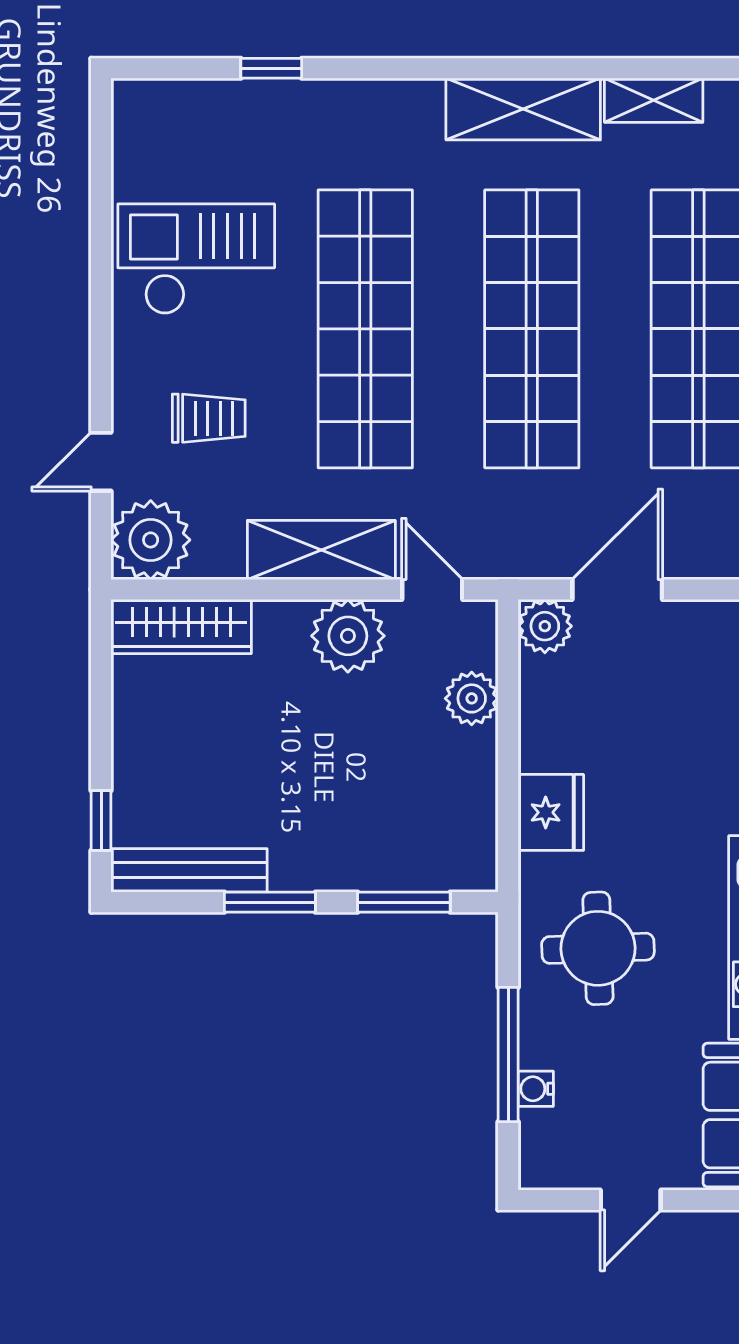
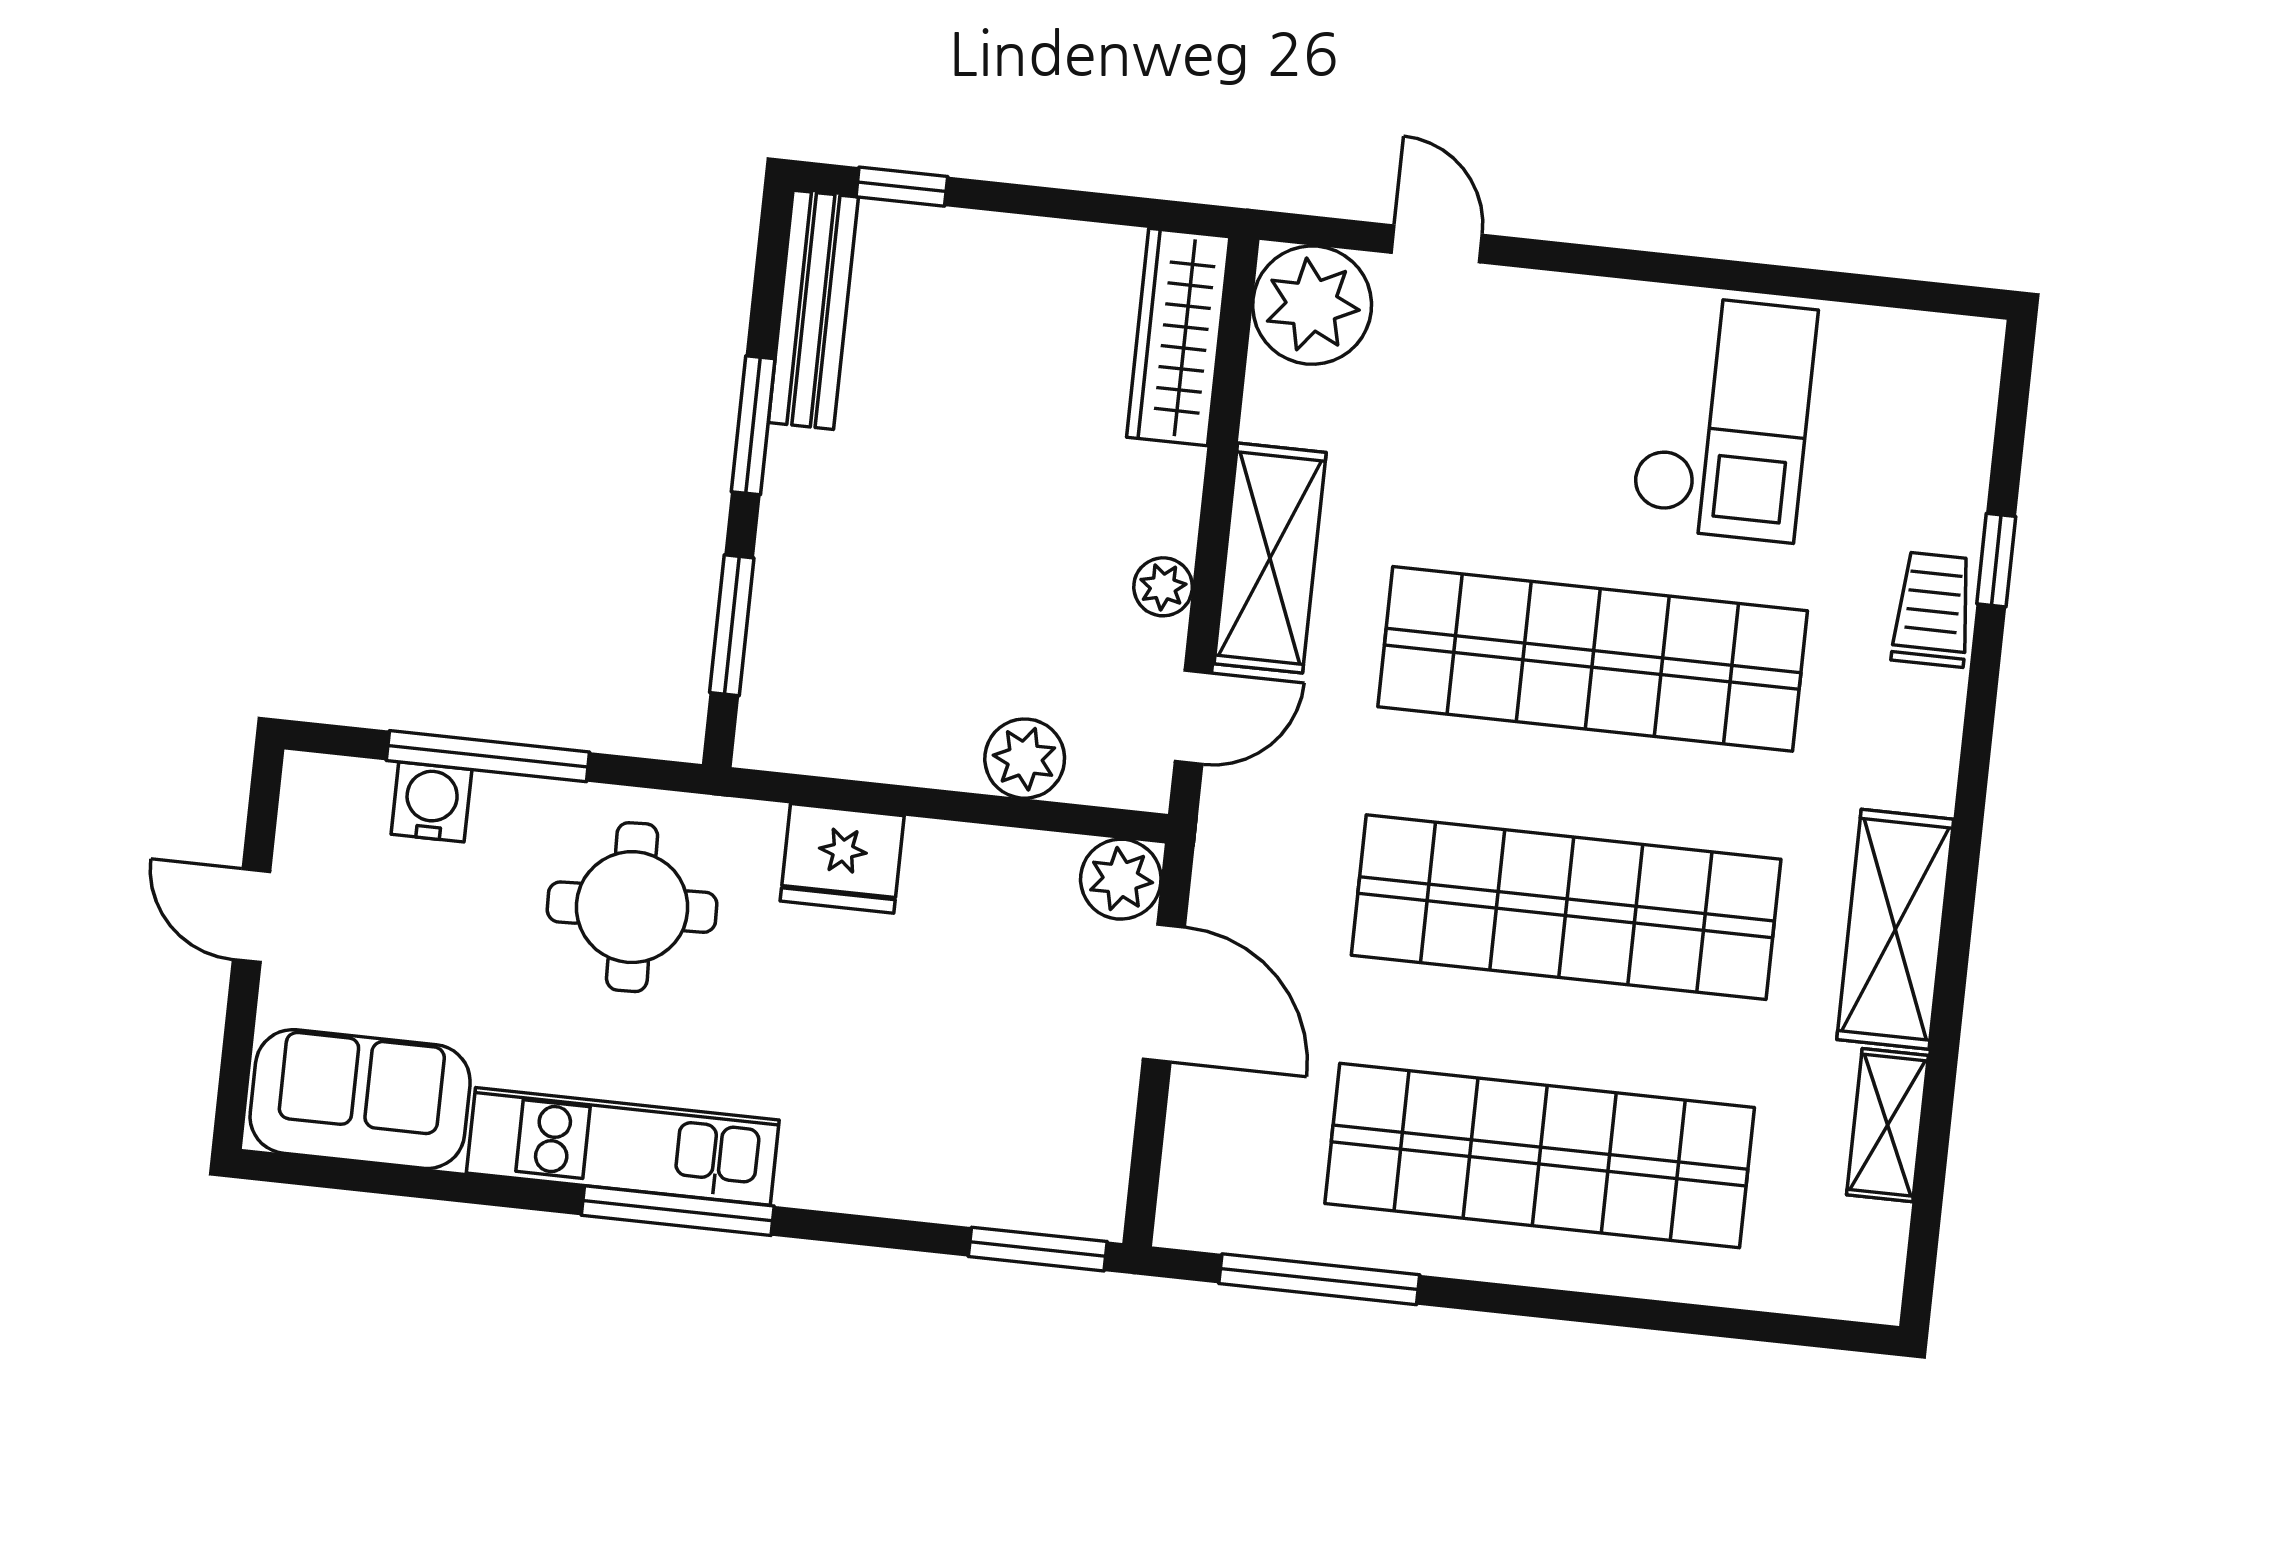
trolley: (209, 418) -> (1933, 610), moved, turned 180
plant: (348, 636) -> (1163, 587), width x0.53, depth x0.53
water cooler: (536, 1089) -> (431, 802), width x1.38, depth x1.38

